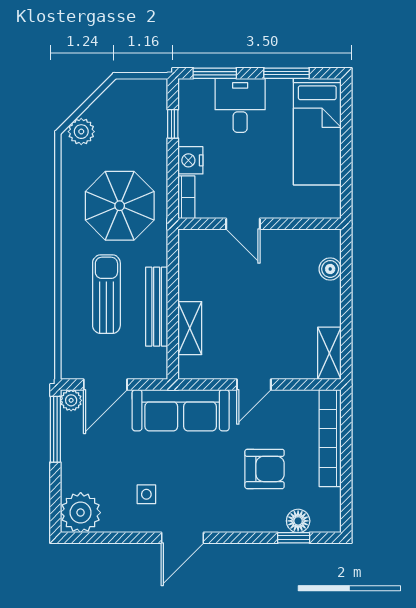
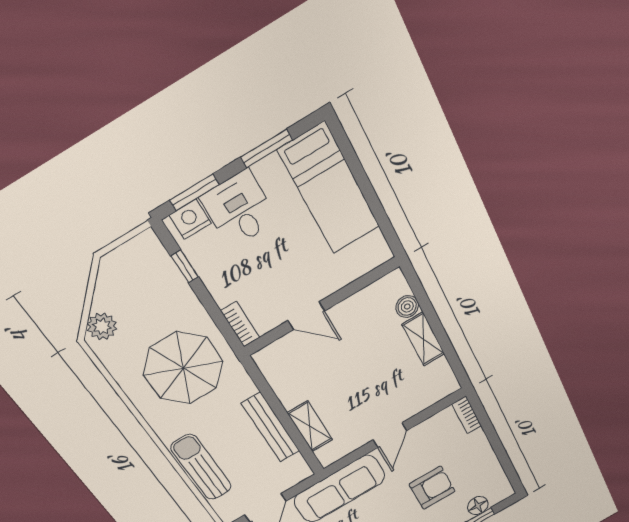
nightstand: (190, 160) -> (190, 219), moved, turned 90
sun lounger: (106, 294) -> (201, 467), moved
shelving: (329, 353) -> (423, 339), moved
bookcase: (330, 438) -> (467, 415), width x0.43, depth x0.76

